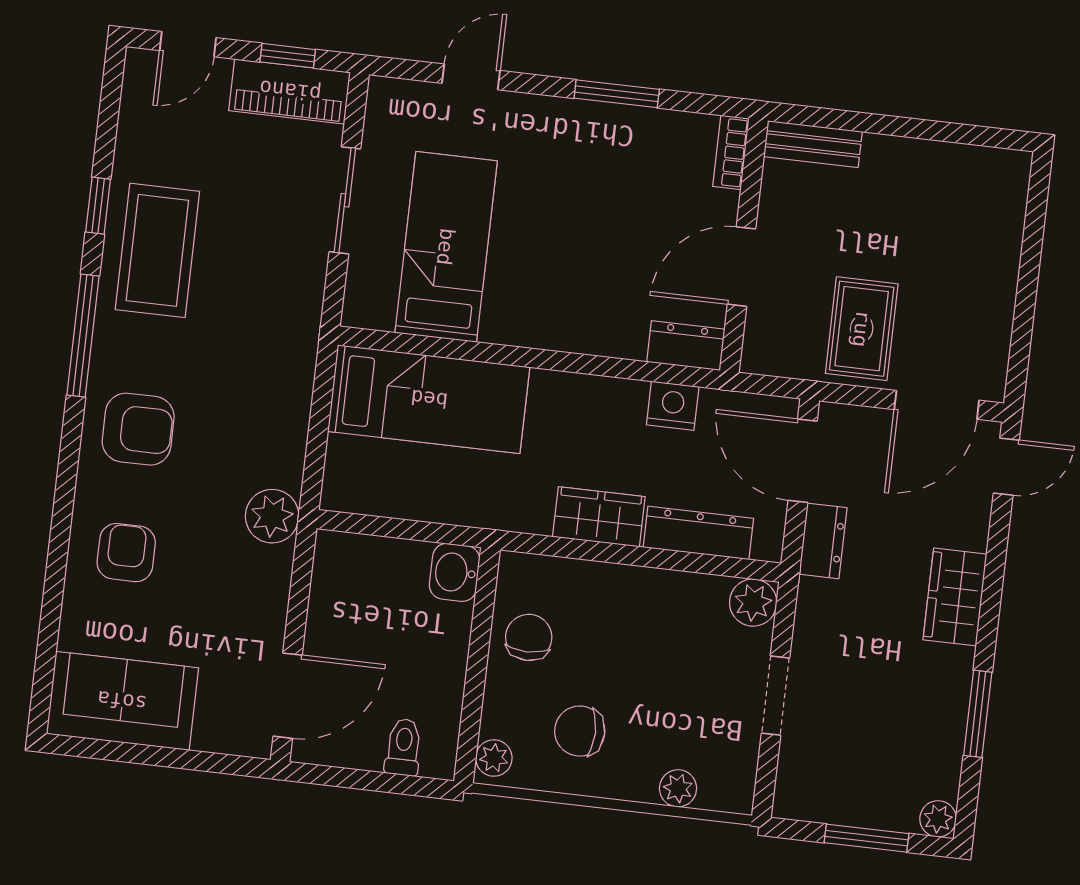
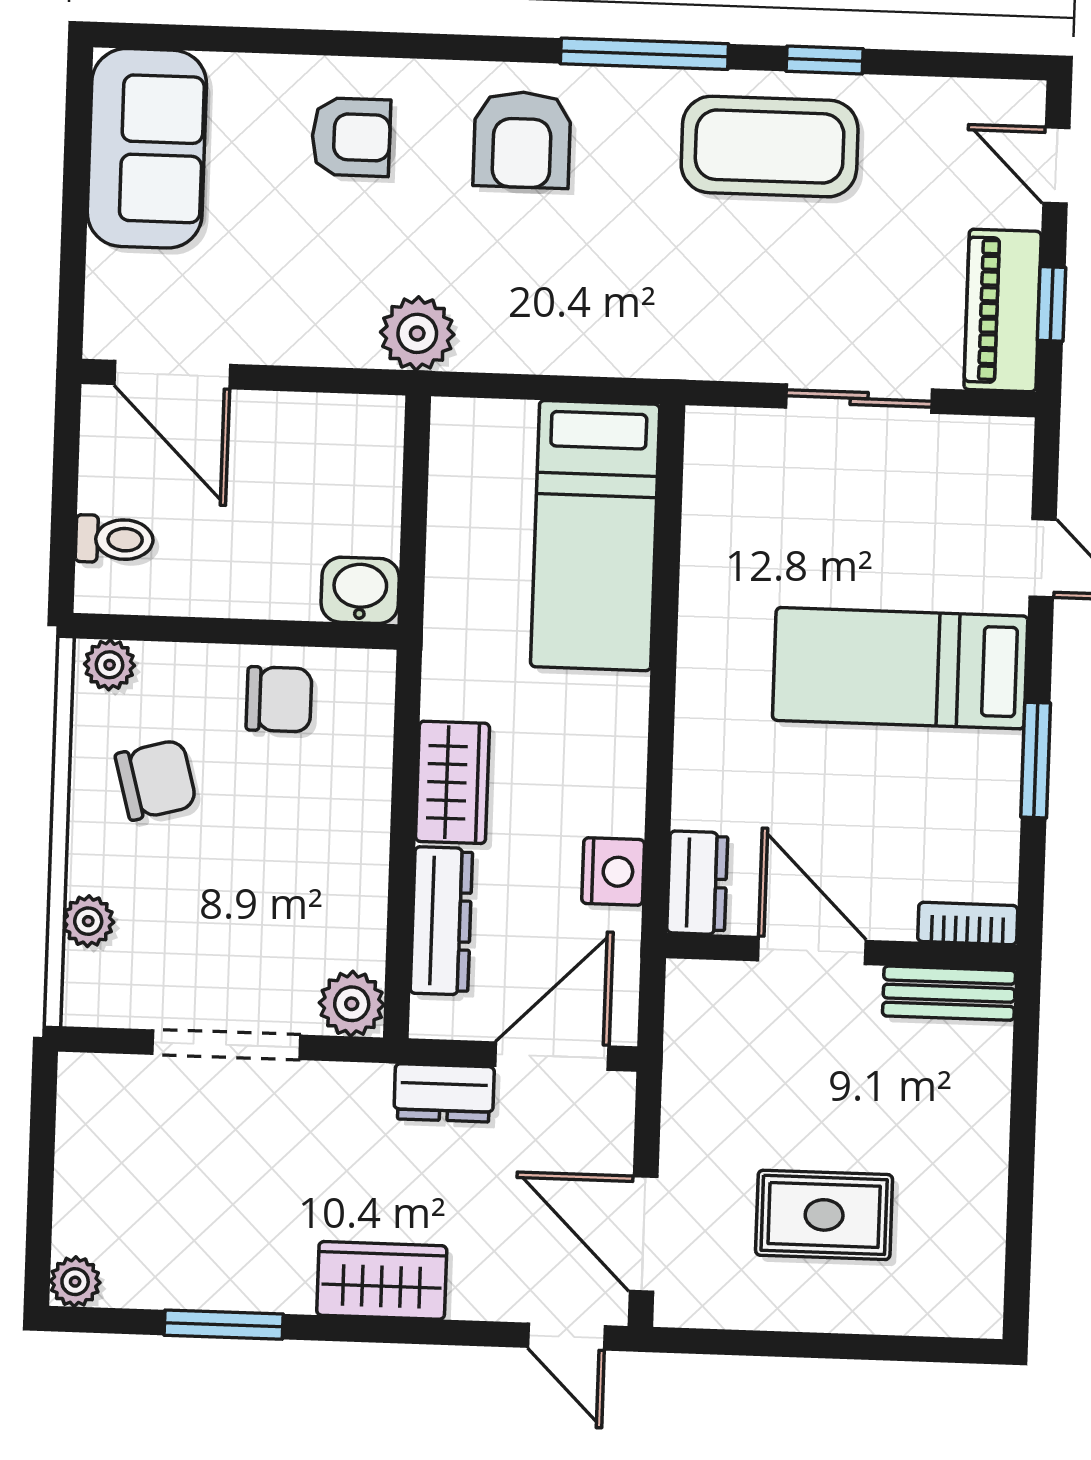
bench: (813, 144) -> (949, 993), moved, turned 90
bed: (446, 247) -> (900, 668), moved, turned 180
rug: (862, 329) -> (824, 1215), moved
doorway: (775, 696) -> (226, 1045), width x1.38
chair: (580, 731) -> (156, 780), turned 75
window: (866, 838) -> (41, 1186), removed

